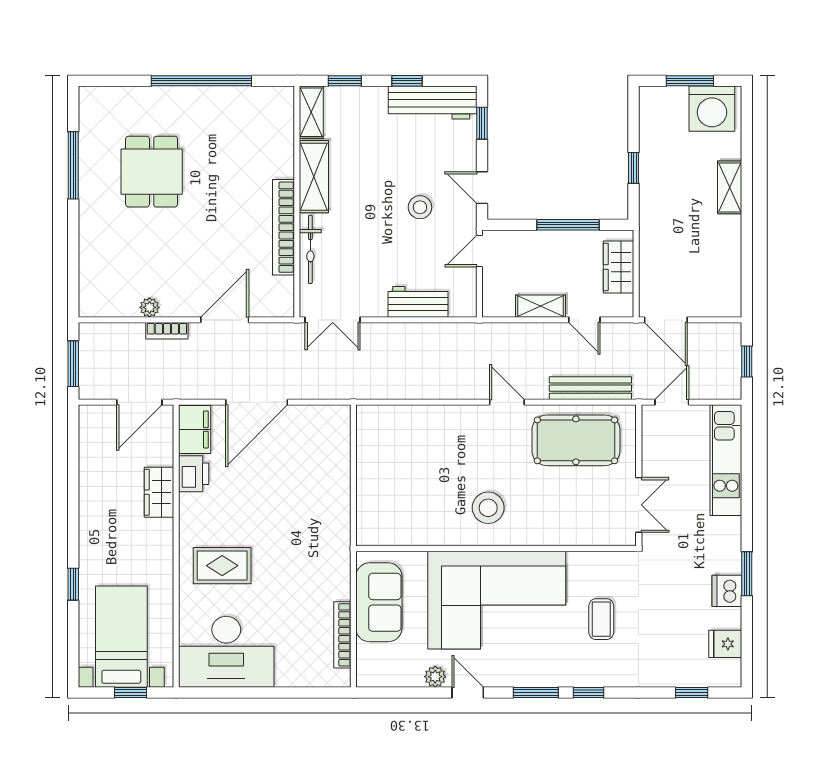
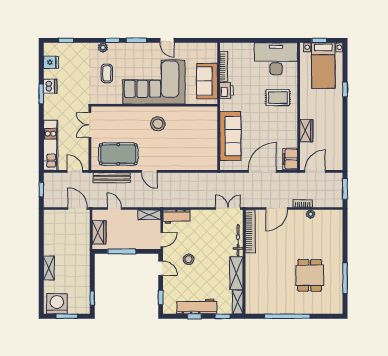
workbench: (433, 103) -> (197, 306), moved
window: (634, 168) -> (92, 298), moved
bookcase: (283, 227) -> (250, 231), moved
workbench: (418, 302) -> (176, 217), moved
shelving: (540, 306) -> (149, 215), moved
door: (672, 402) -> (75, 171), swing flipped
printer: (194, 474) -> (227, 90), moved, turned 180
sofa: (328, 480) -> (230, 136), added
plant: (435, 677) -> (103, 48), moved

